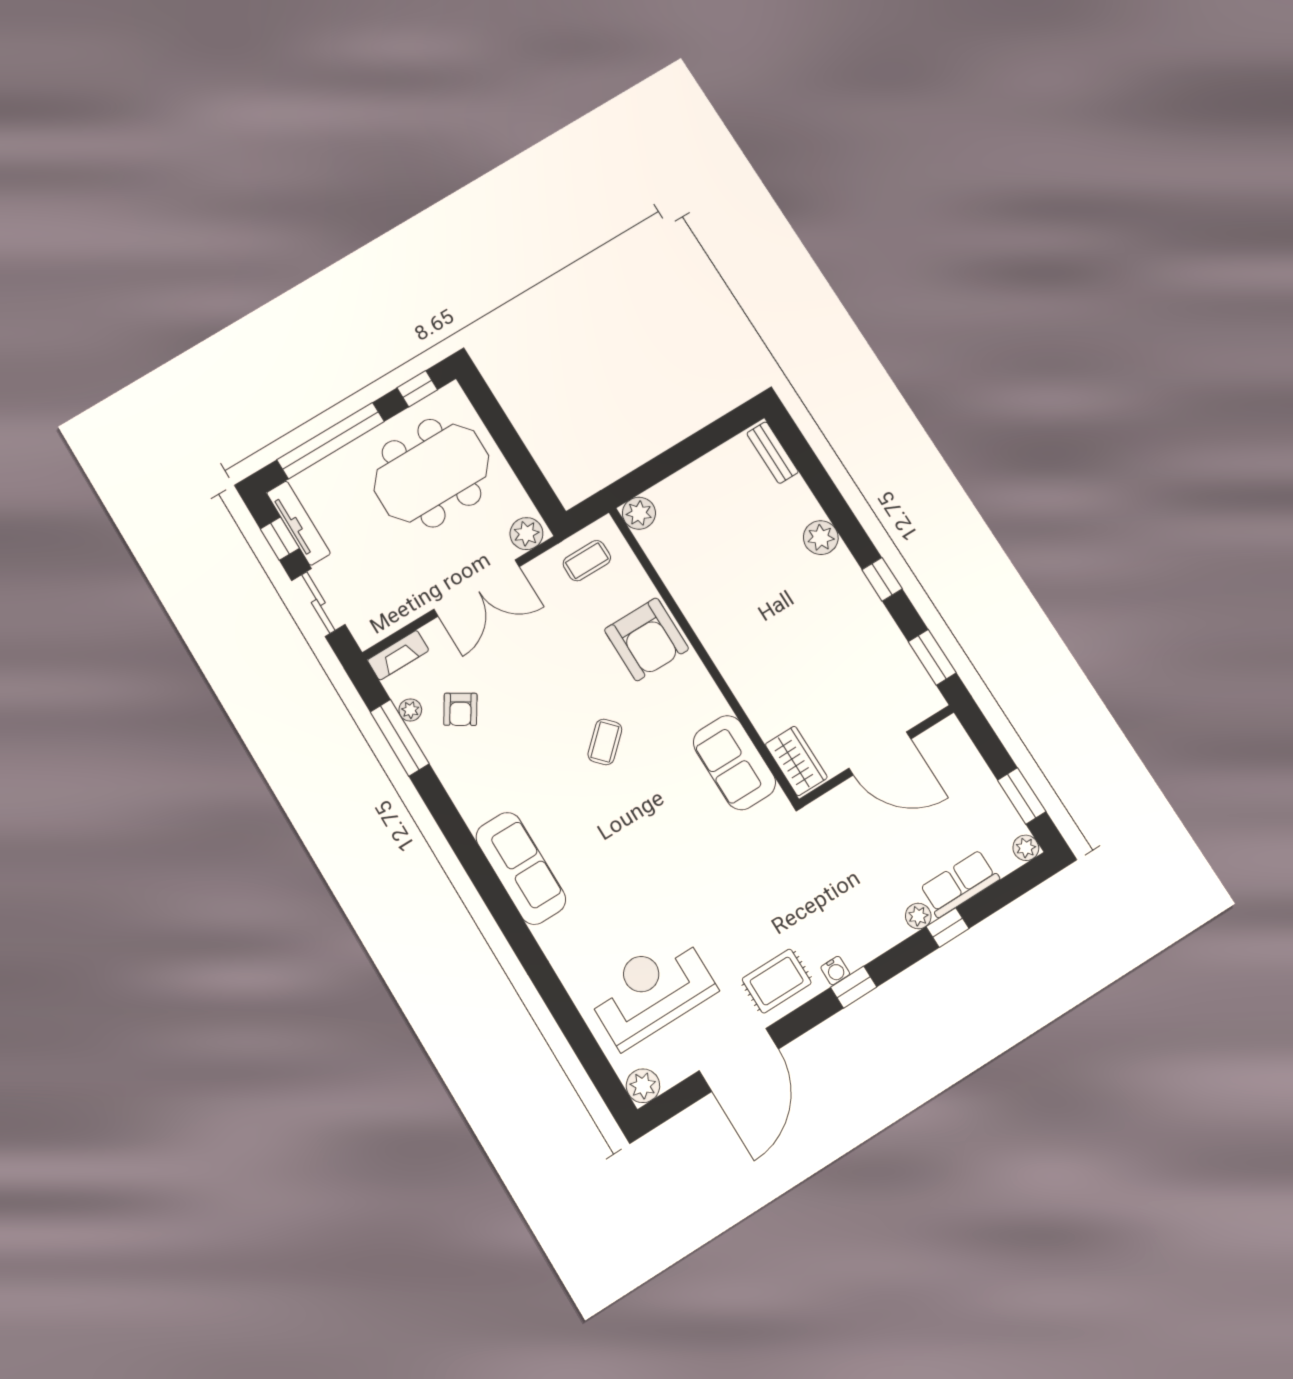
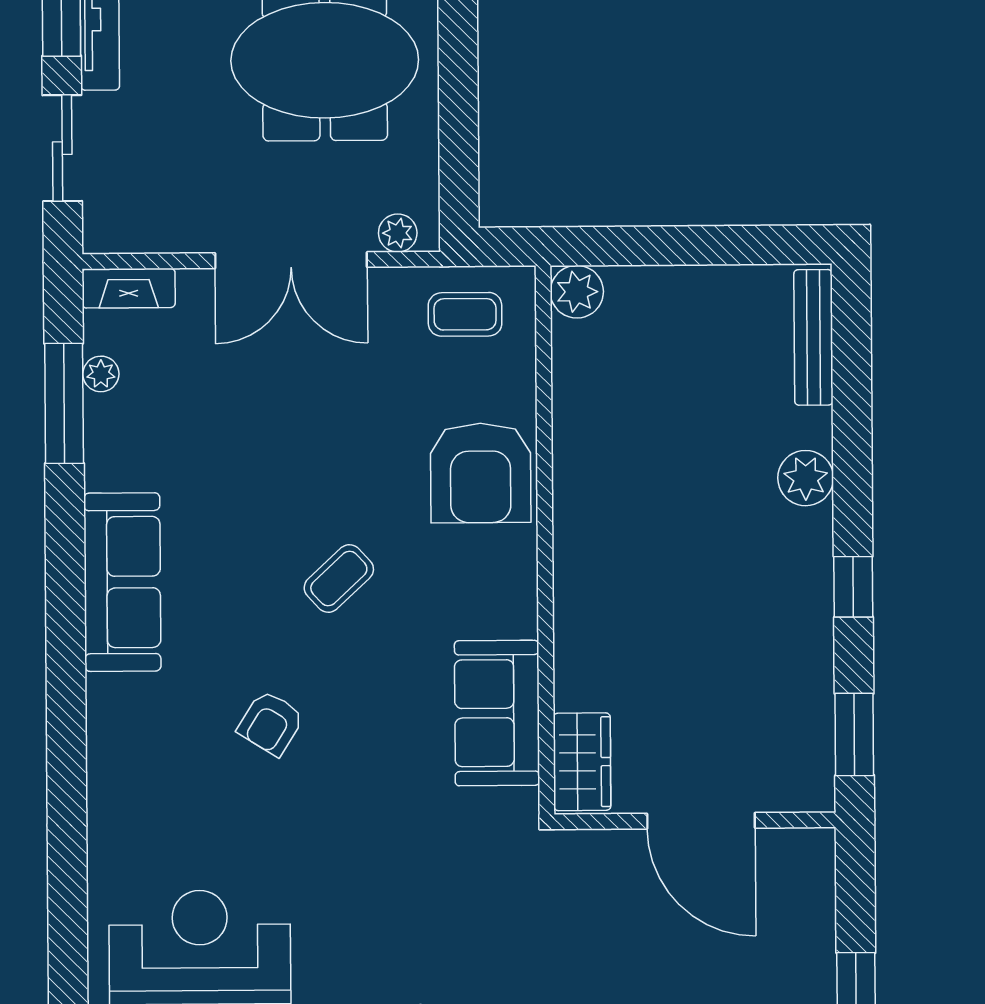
bench: (773, 453) -> (813, 337), width x1.36
plant: (526, 534) -> (398, 233), width x0.73, depth x0.73
armchair: (460, 709) -> (271, 723), moved
sofa: (521, 868) -> (122, 582), moved

